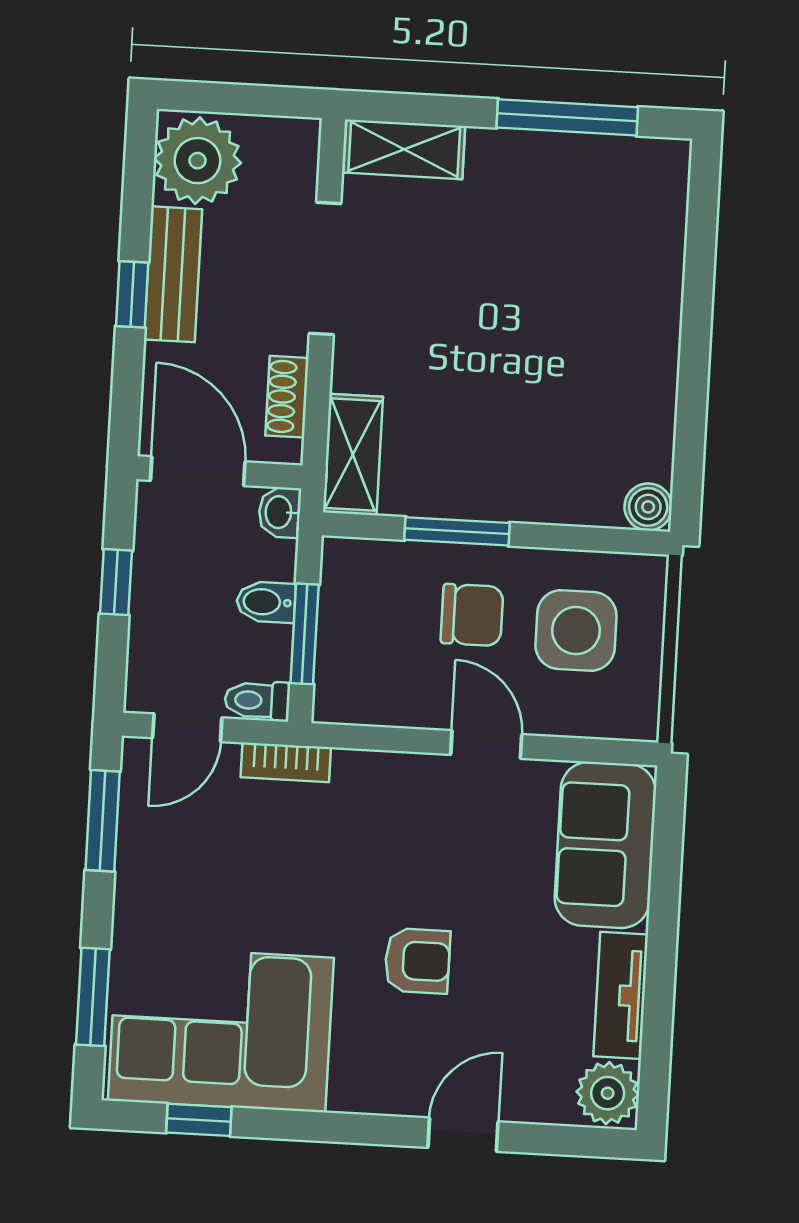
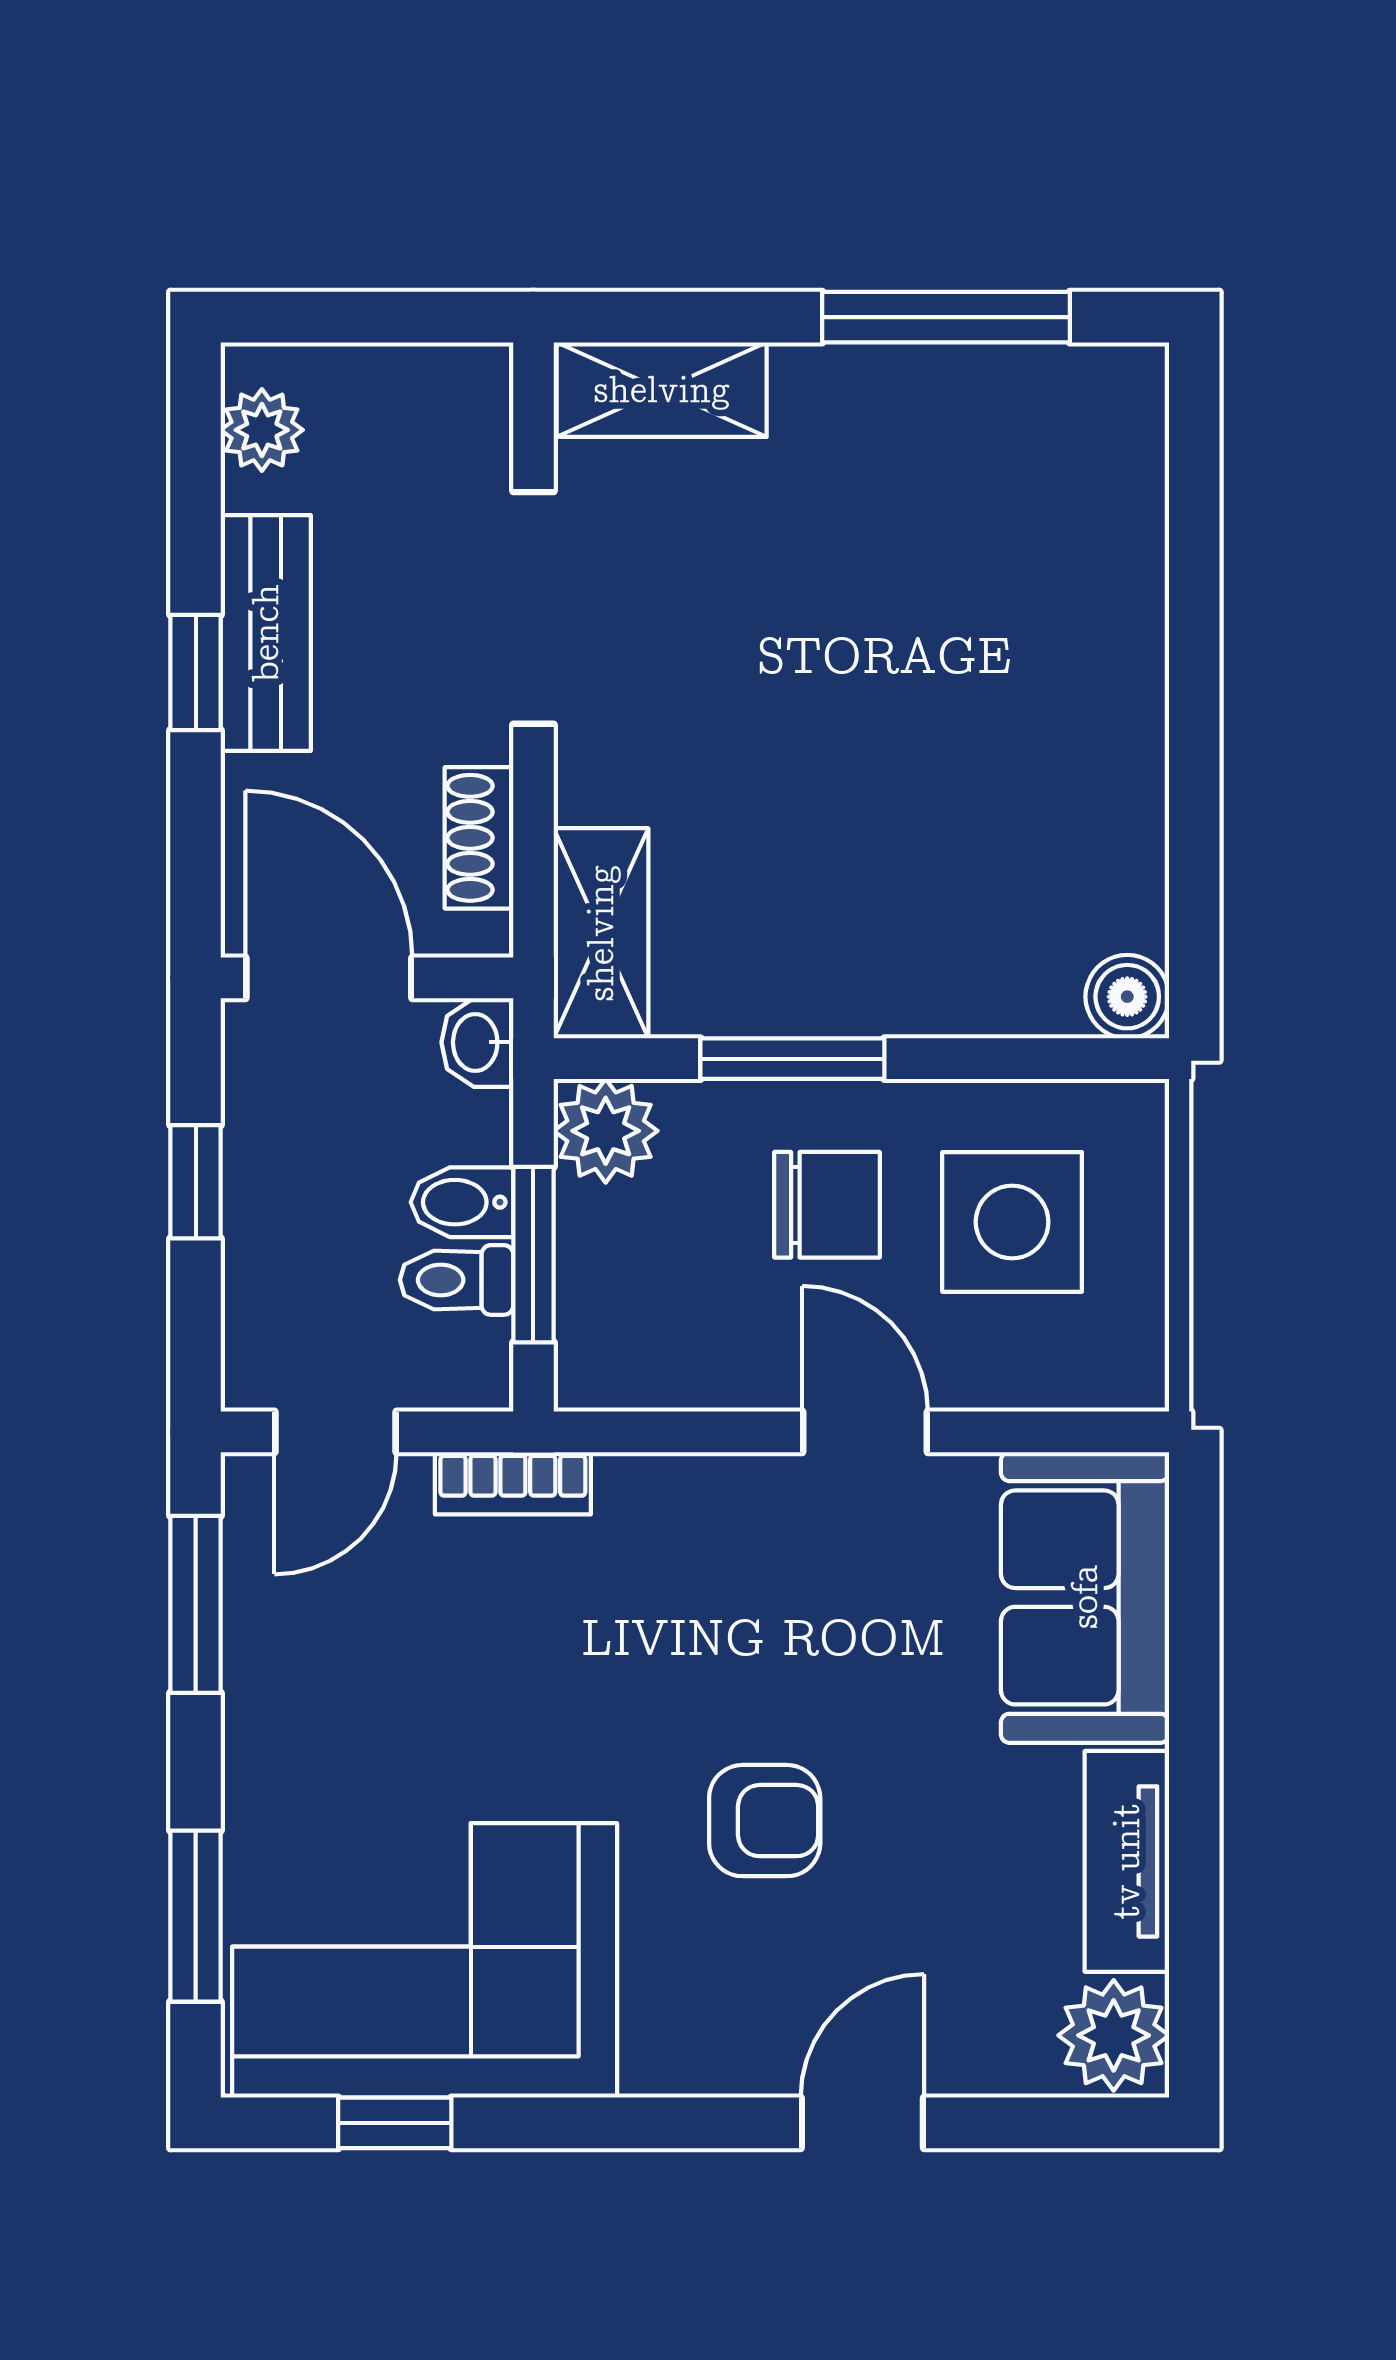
plant: (198, 161) -> (262, 430), width x0.53, depth x0.53
plant: (349, 566) -> (606, 1131), added
toilet: (257, 700) -> (457, 1280), moved

